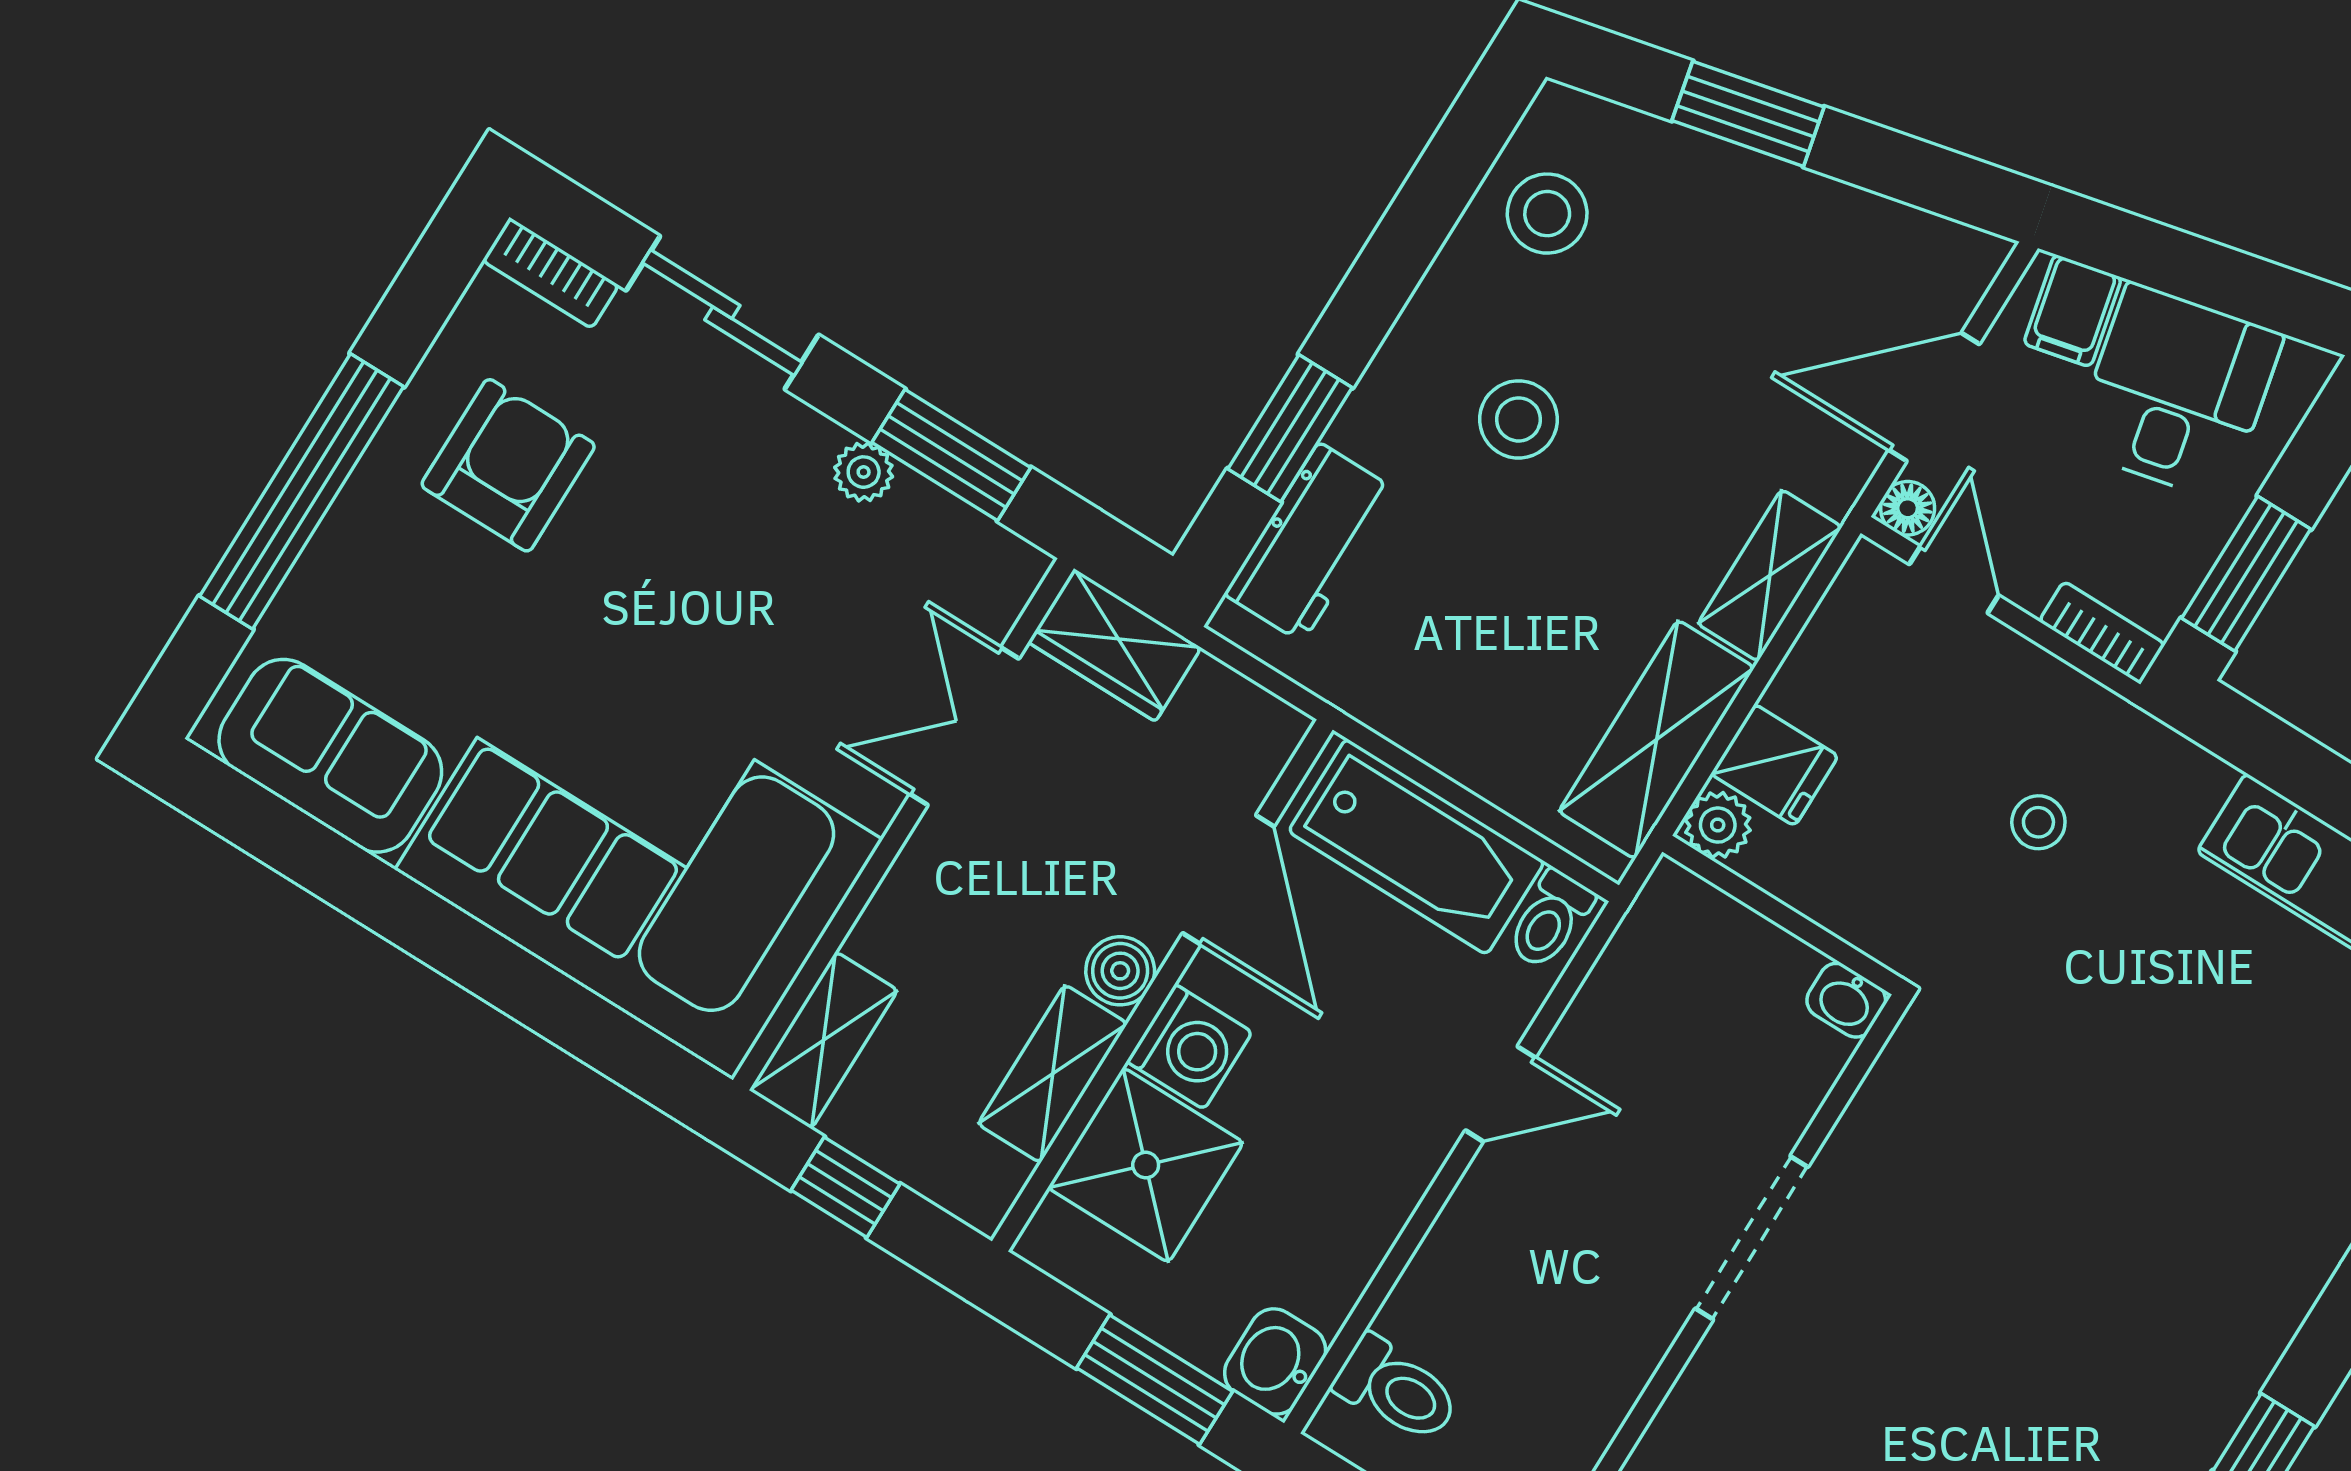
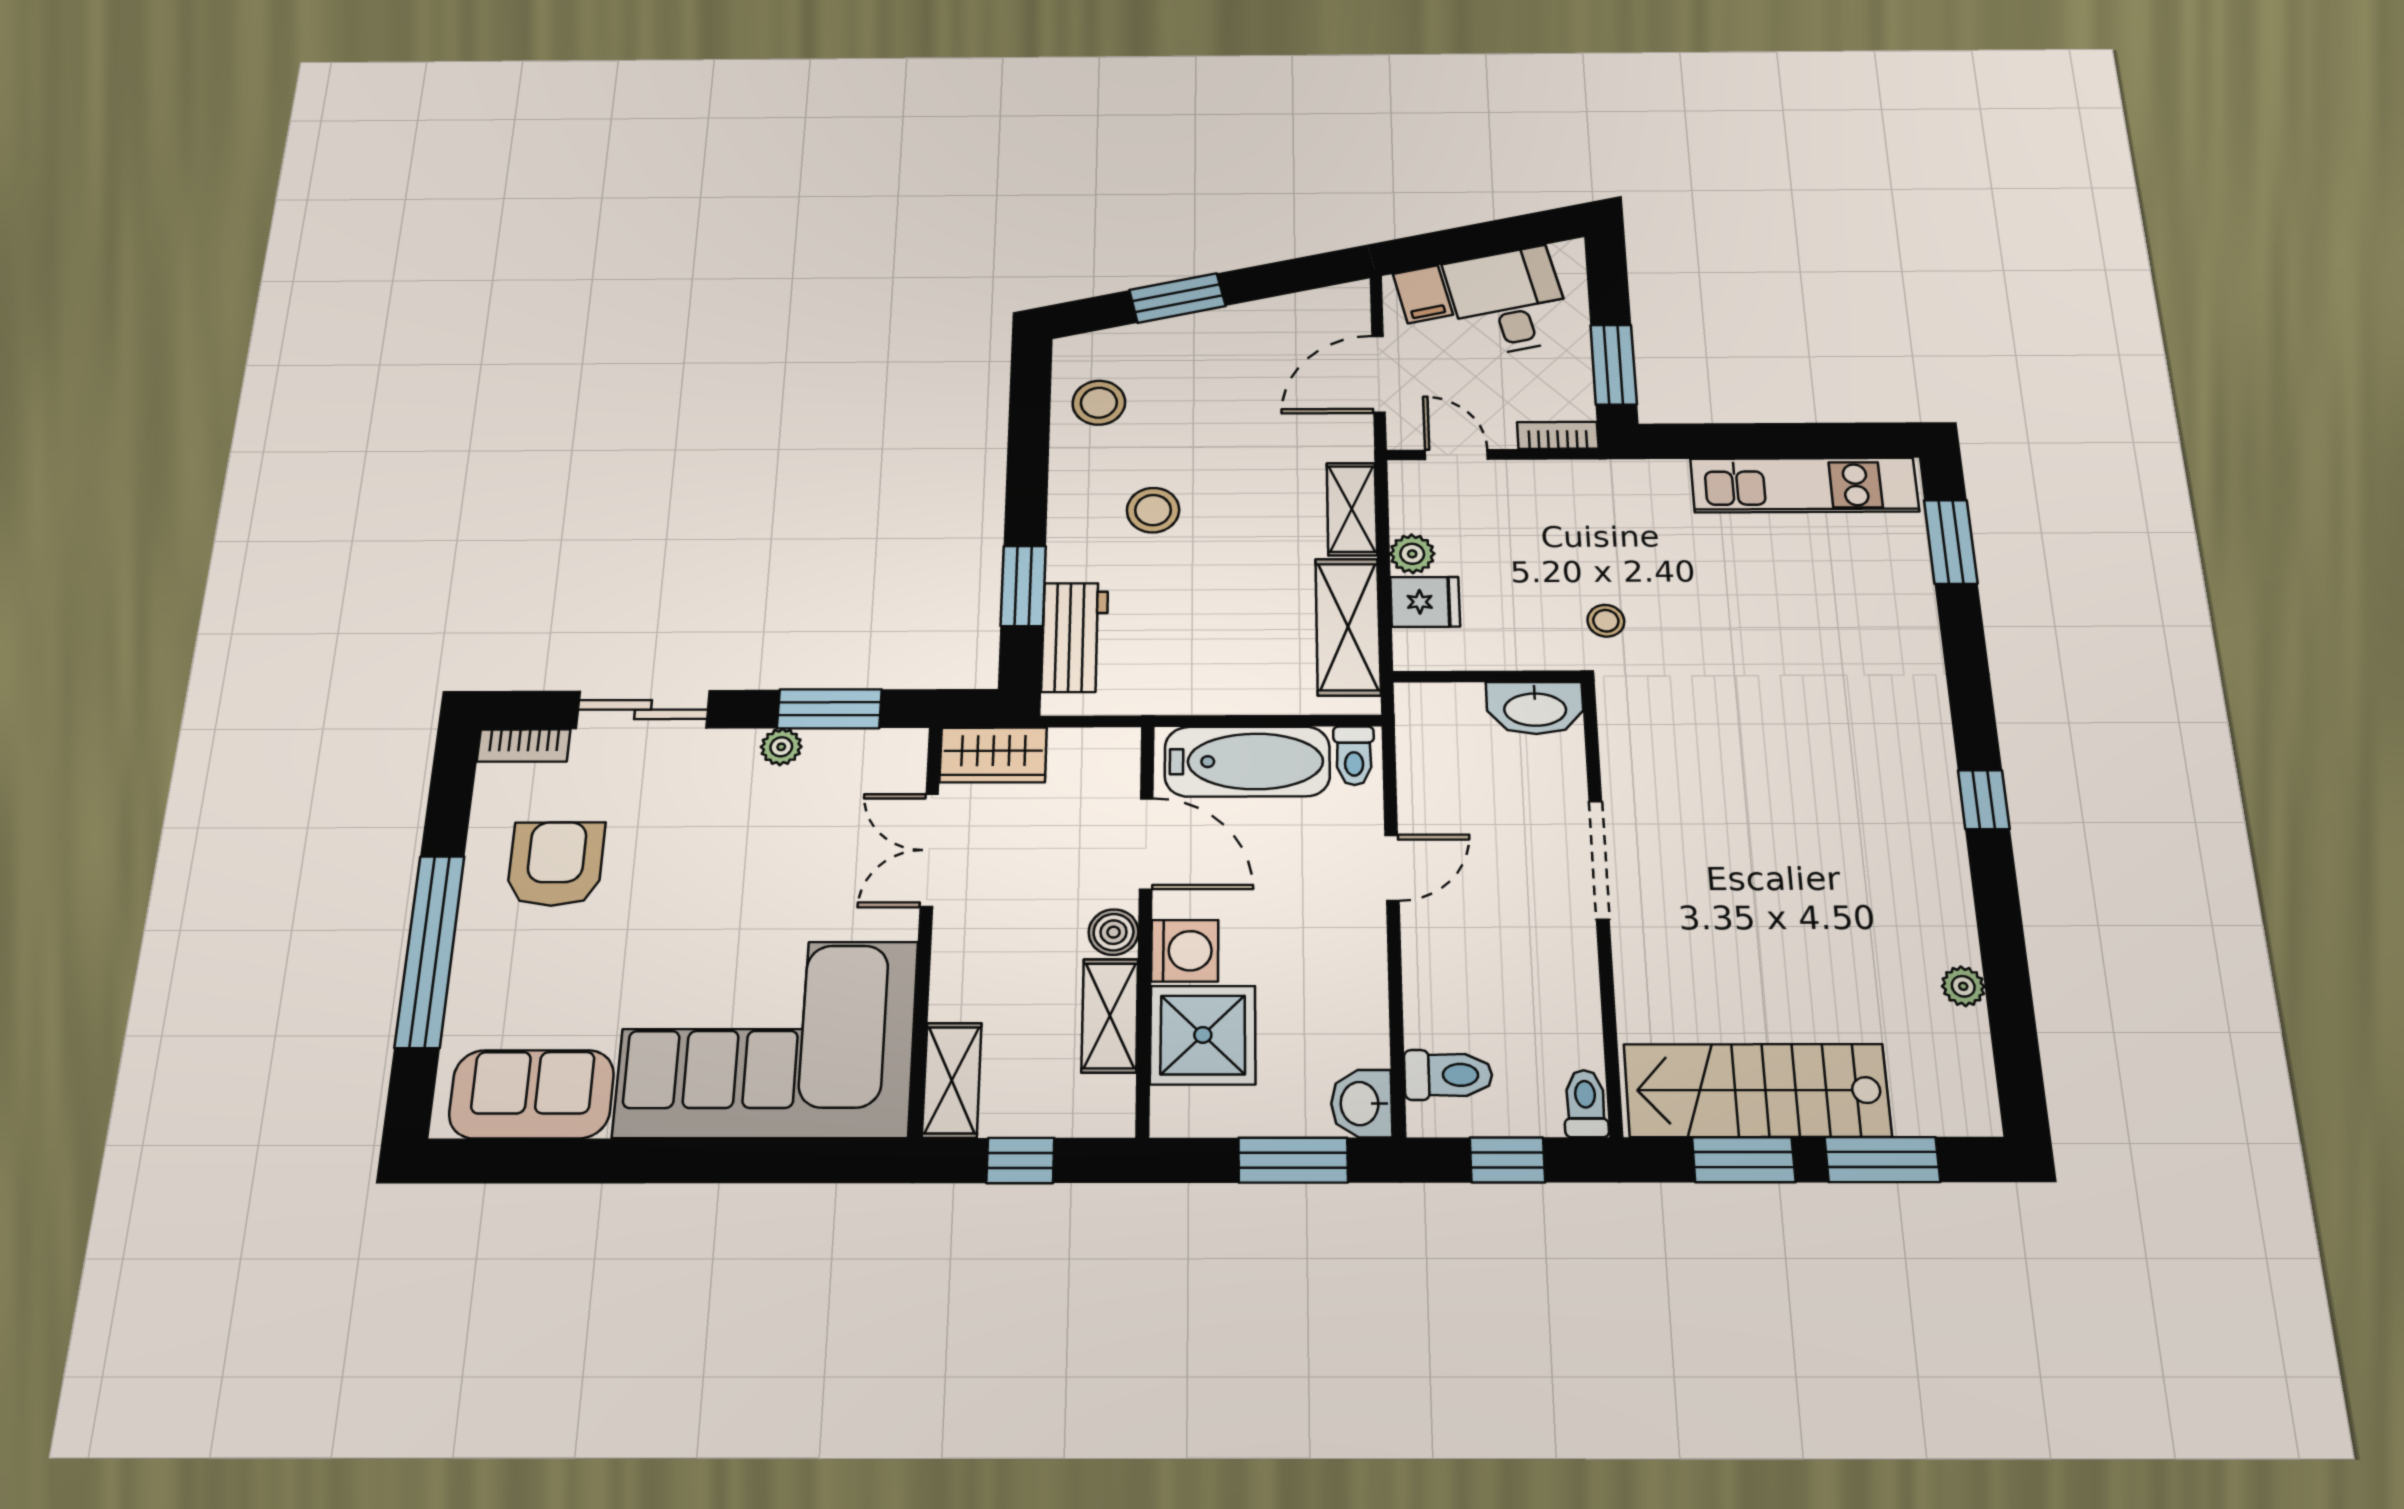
floor lamp: (1908, 508) -> (1404, 434), removed
stool: (2038, 822) -> (1606, 621), moved
plant: (1718, 825) -> (1412, 554), moved
washbasin: (1846, 1000) -> (1535, 708), width x1.91, depth x1.45

